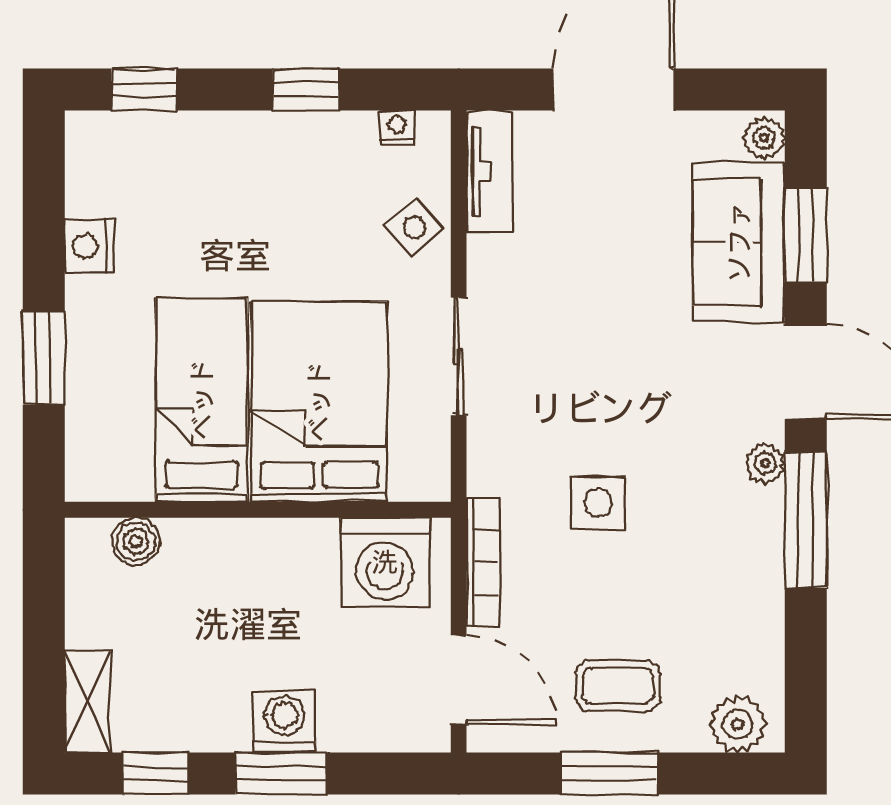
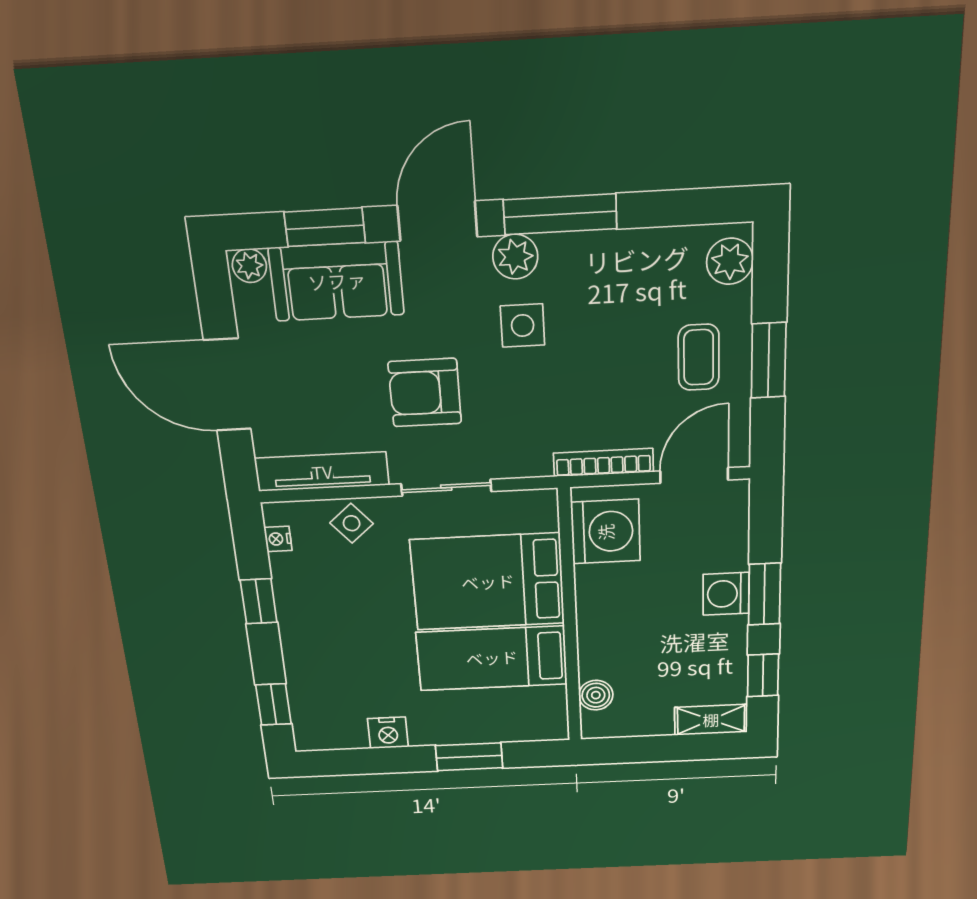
tv unit: (490, 171) -> (322, 472), width x1.41
armchair: (590, 339) -> (425, 393), added
plant: (765, 463) -> (515, 257), width x1.38, depth x1.38
side table: (598, 503) -> (523, 326), moved

